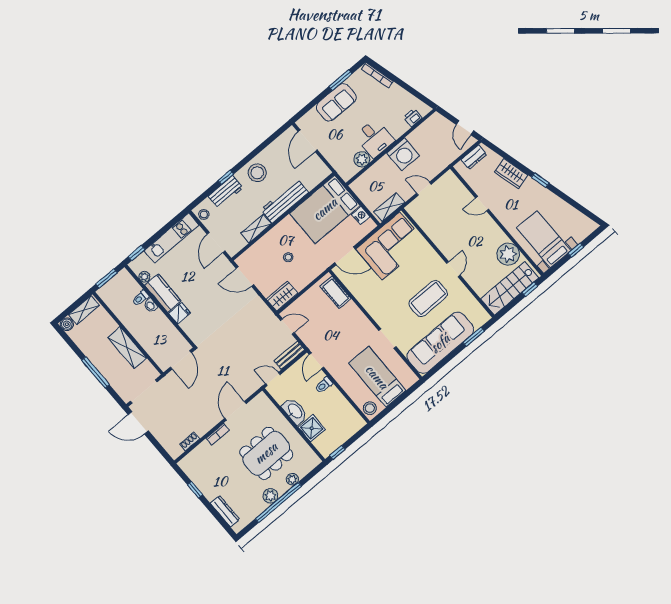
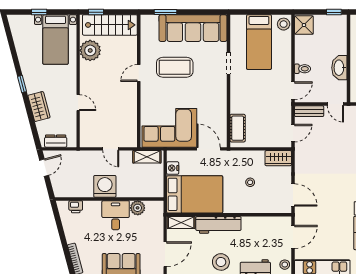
shelving: (256, 229) -> (181, 223), moved
door: (287, 326) -> (293, 133), swing flipped
shower: (312, 428) -> (304, 25), moved

